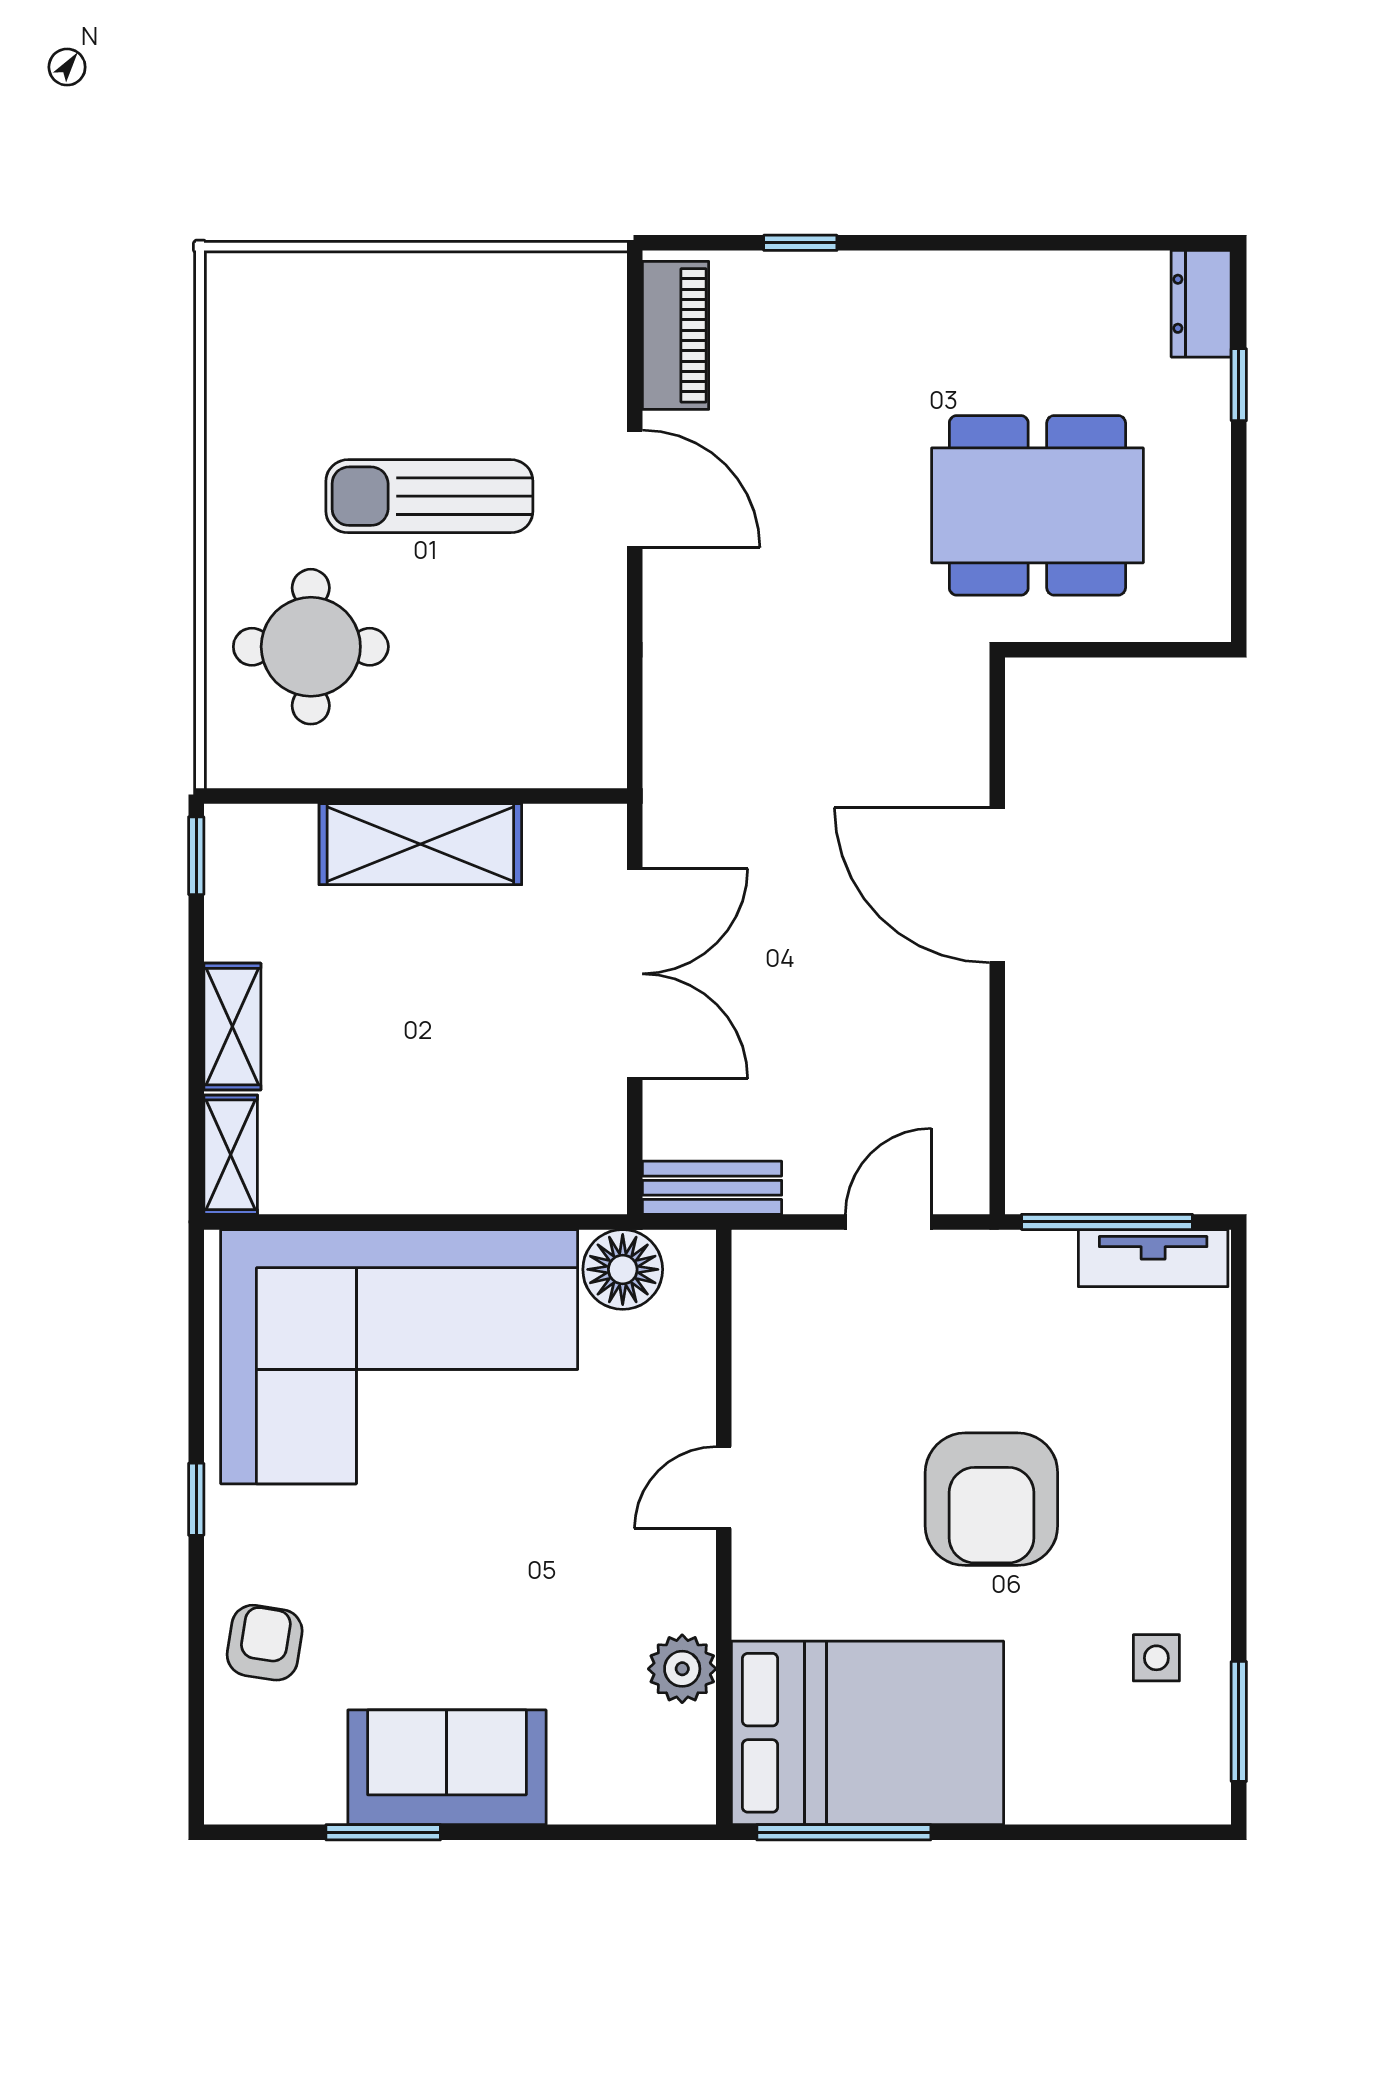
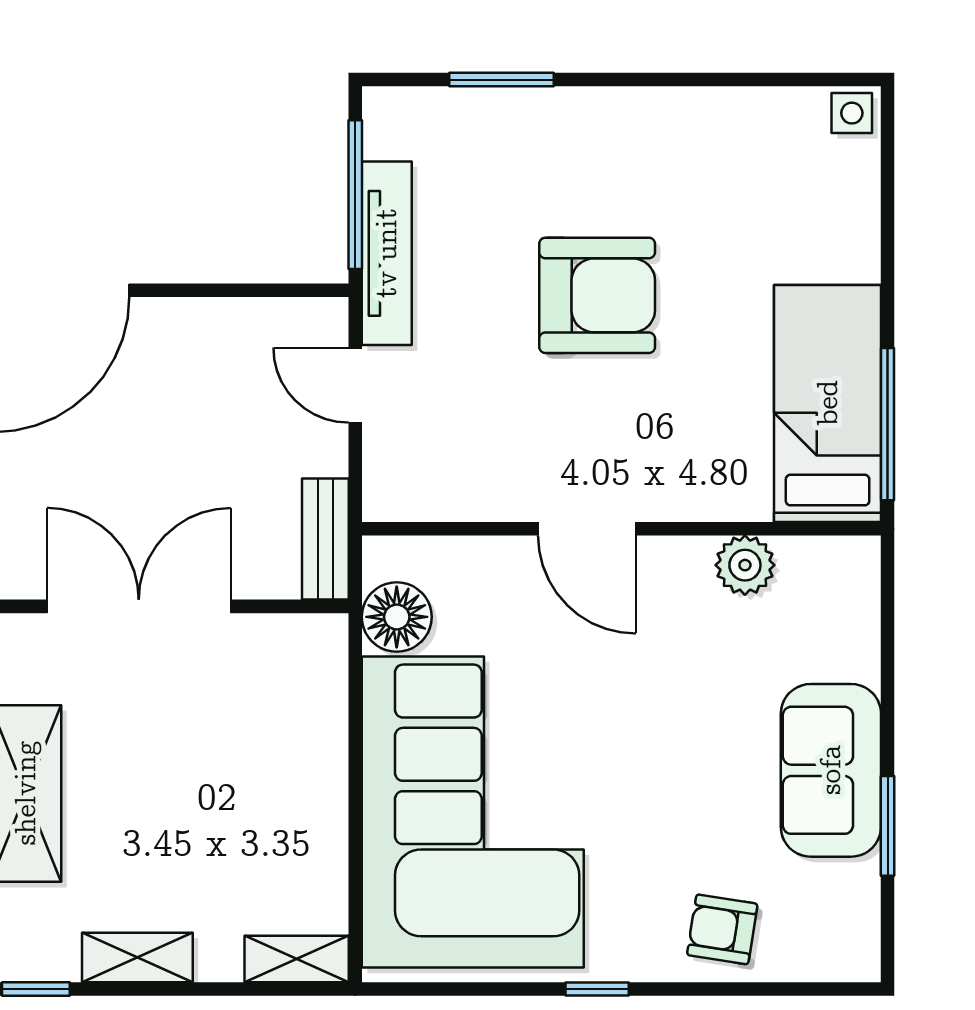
shelving: (232, 1027) -> (137, 958), moved
tv unit: (1153, 1258) -> (387, 253), moved, width x1.41
door: (724, 1487) -> (587, 529), width x1.38
side table: (1156, 1658) -> (852, 113), moved
window: (1239, 1721) -> (502, 80), moved
bed: (867, 1733) -> (828, 403), width x0.67

